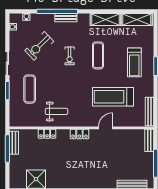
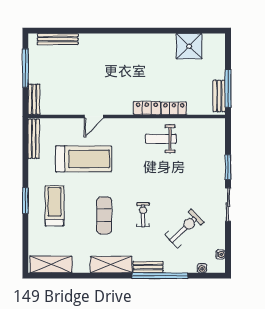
shelving: (106, 19) -> (111, 265), moved
exercise mat: (30, 89) -> (198, 169), removed
locker: (79, 134) -> (147, 108), moved

